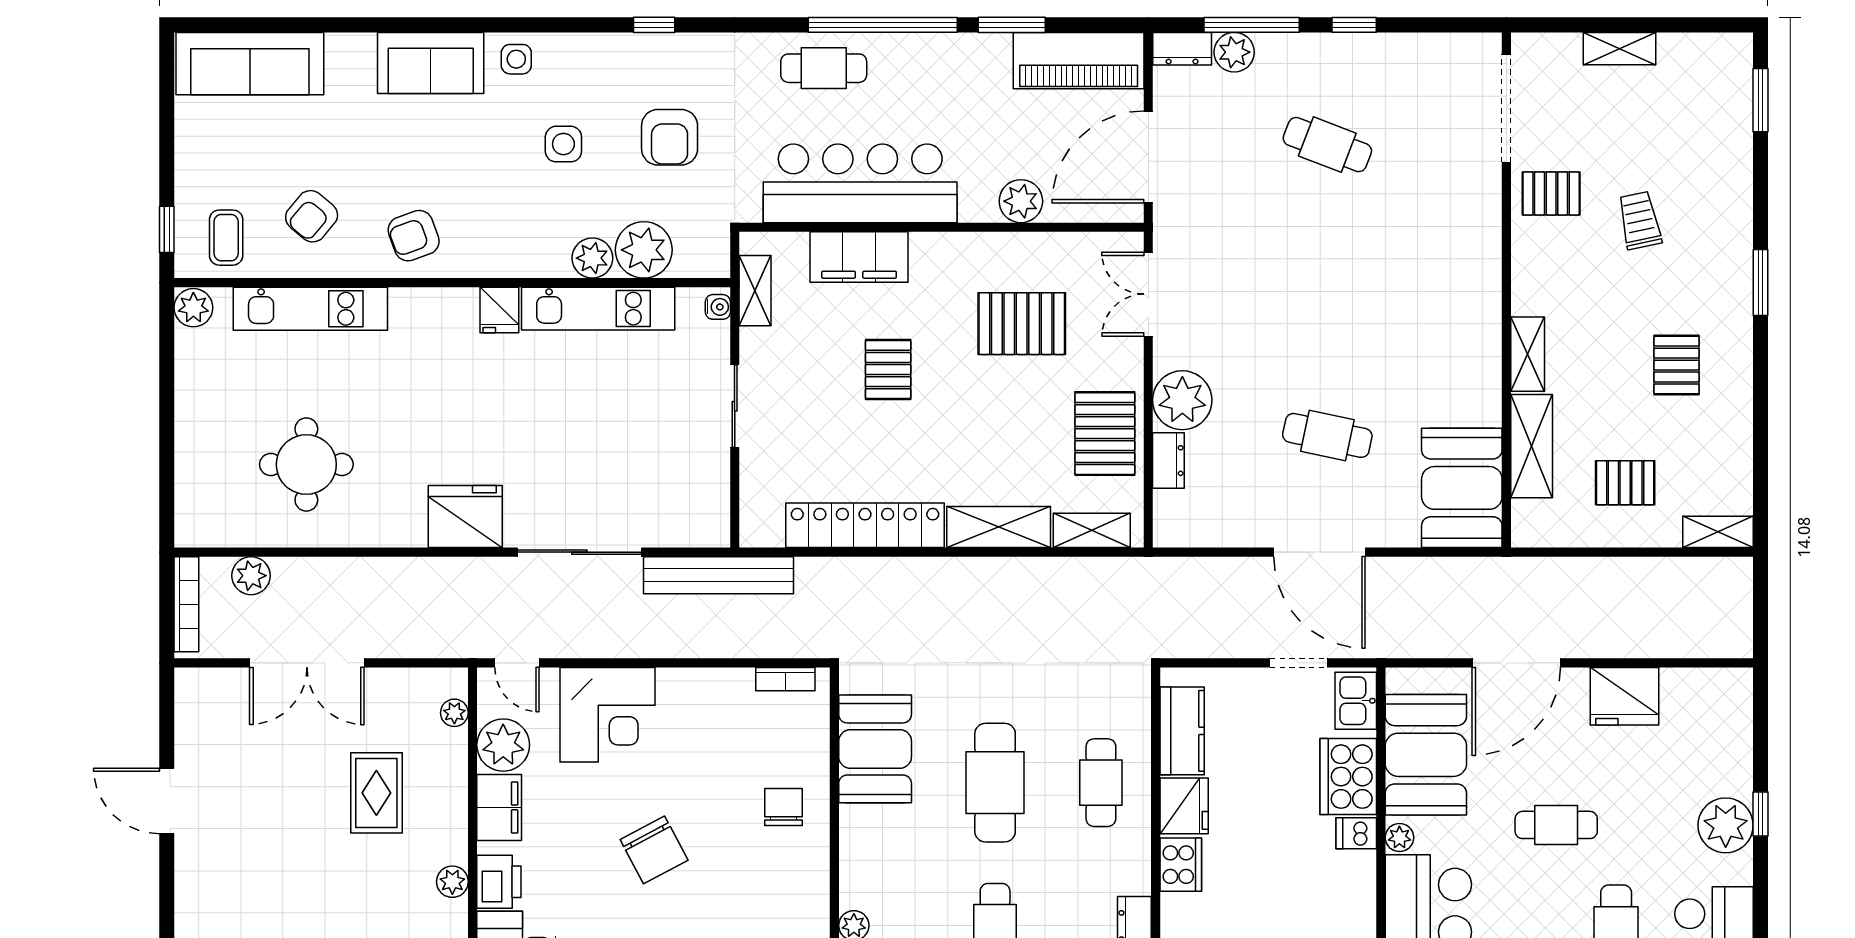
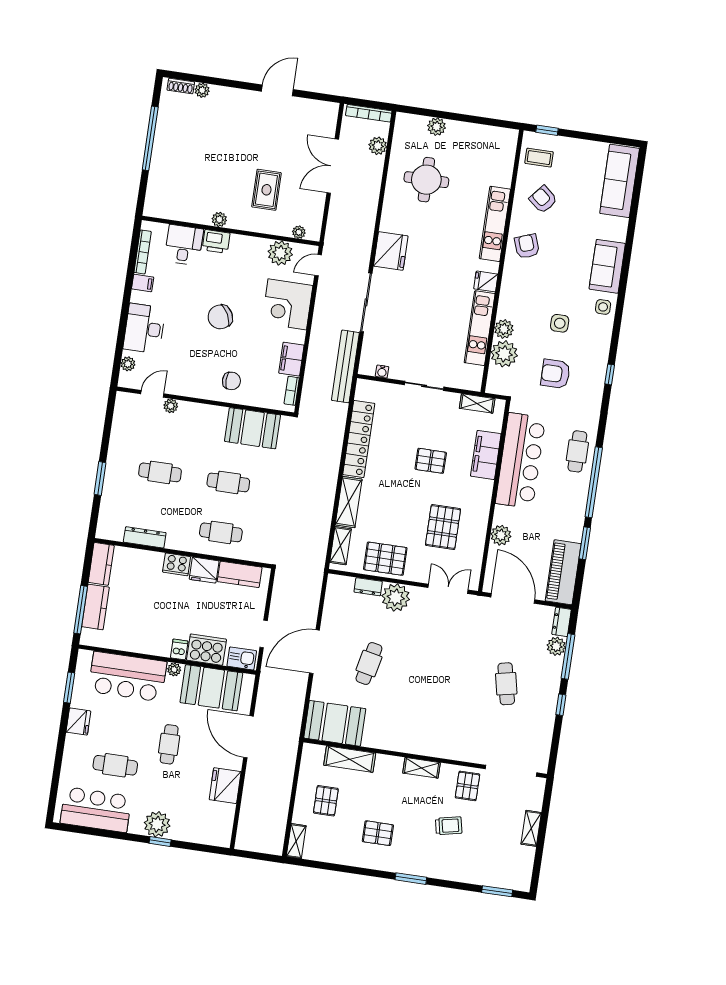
cafe table: (1327, 145) -> (506, 684), turned -33
water cooler: (718, 307) -> (382, 372), moved
plant: (193, 308) -> (437, 127), moved
kitchen unit: (310, 309) -> (495, 224), moved
shelving: (1528, 354) -> (422, 768), moved
cafe table: (995, 783) -> (228, 482), width x0.73, depth x0.74
rug: (376, 793) -> (266, 190), turned 90
filing cabinet: (499, 807) -> (291, 359), moved, turned 90

